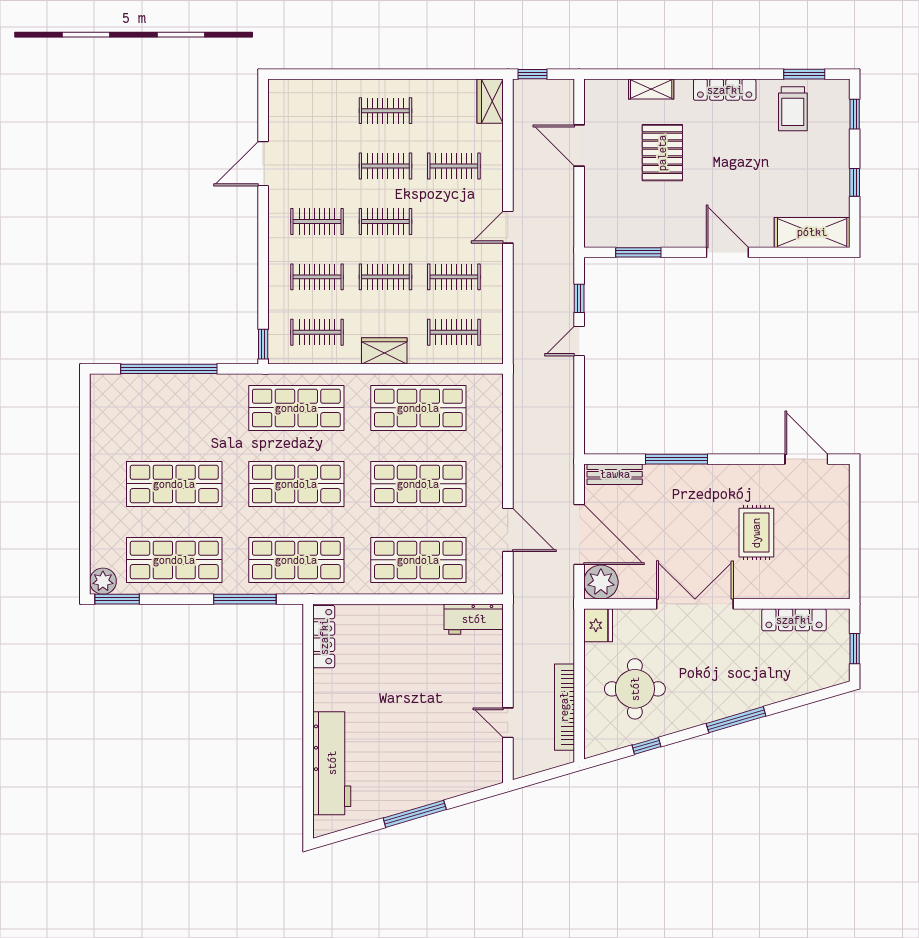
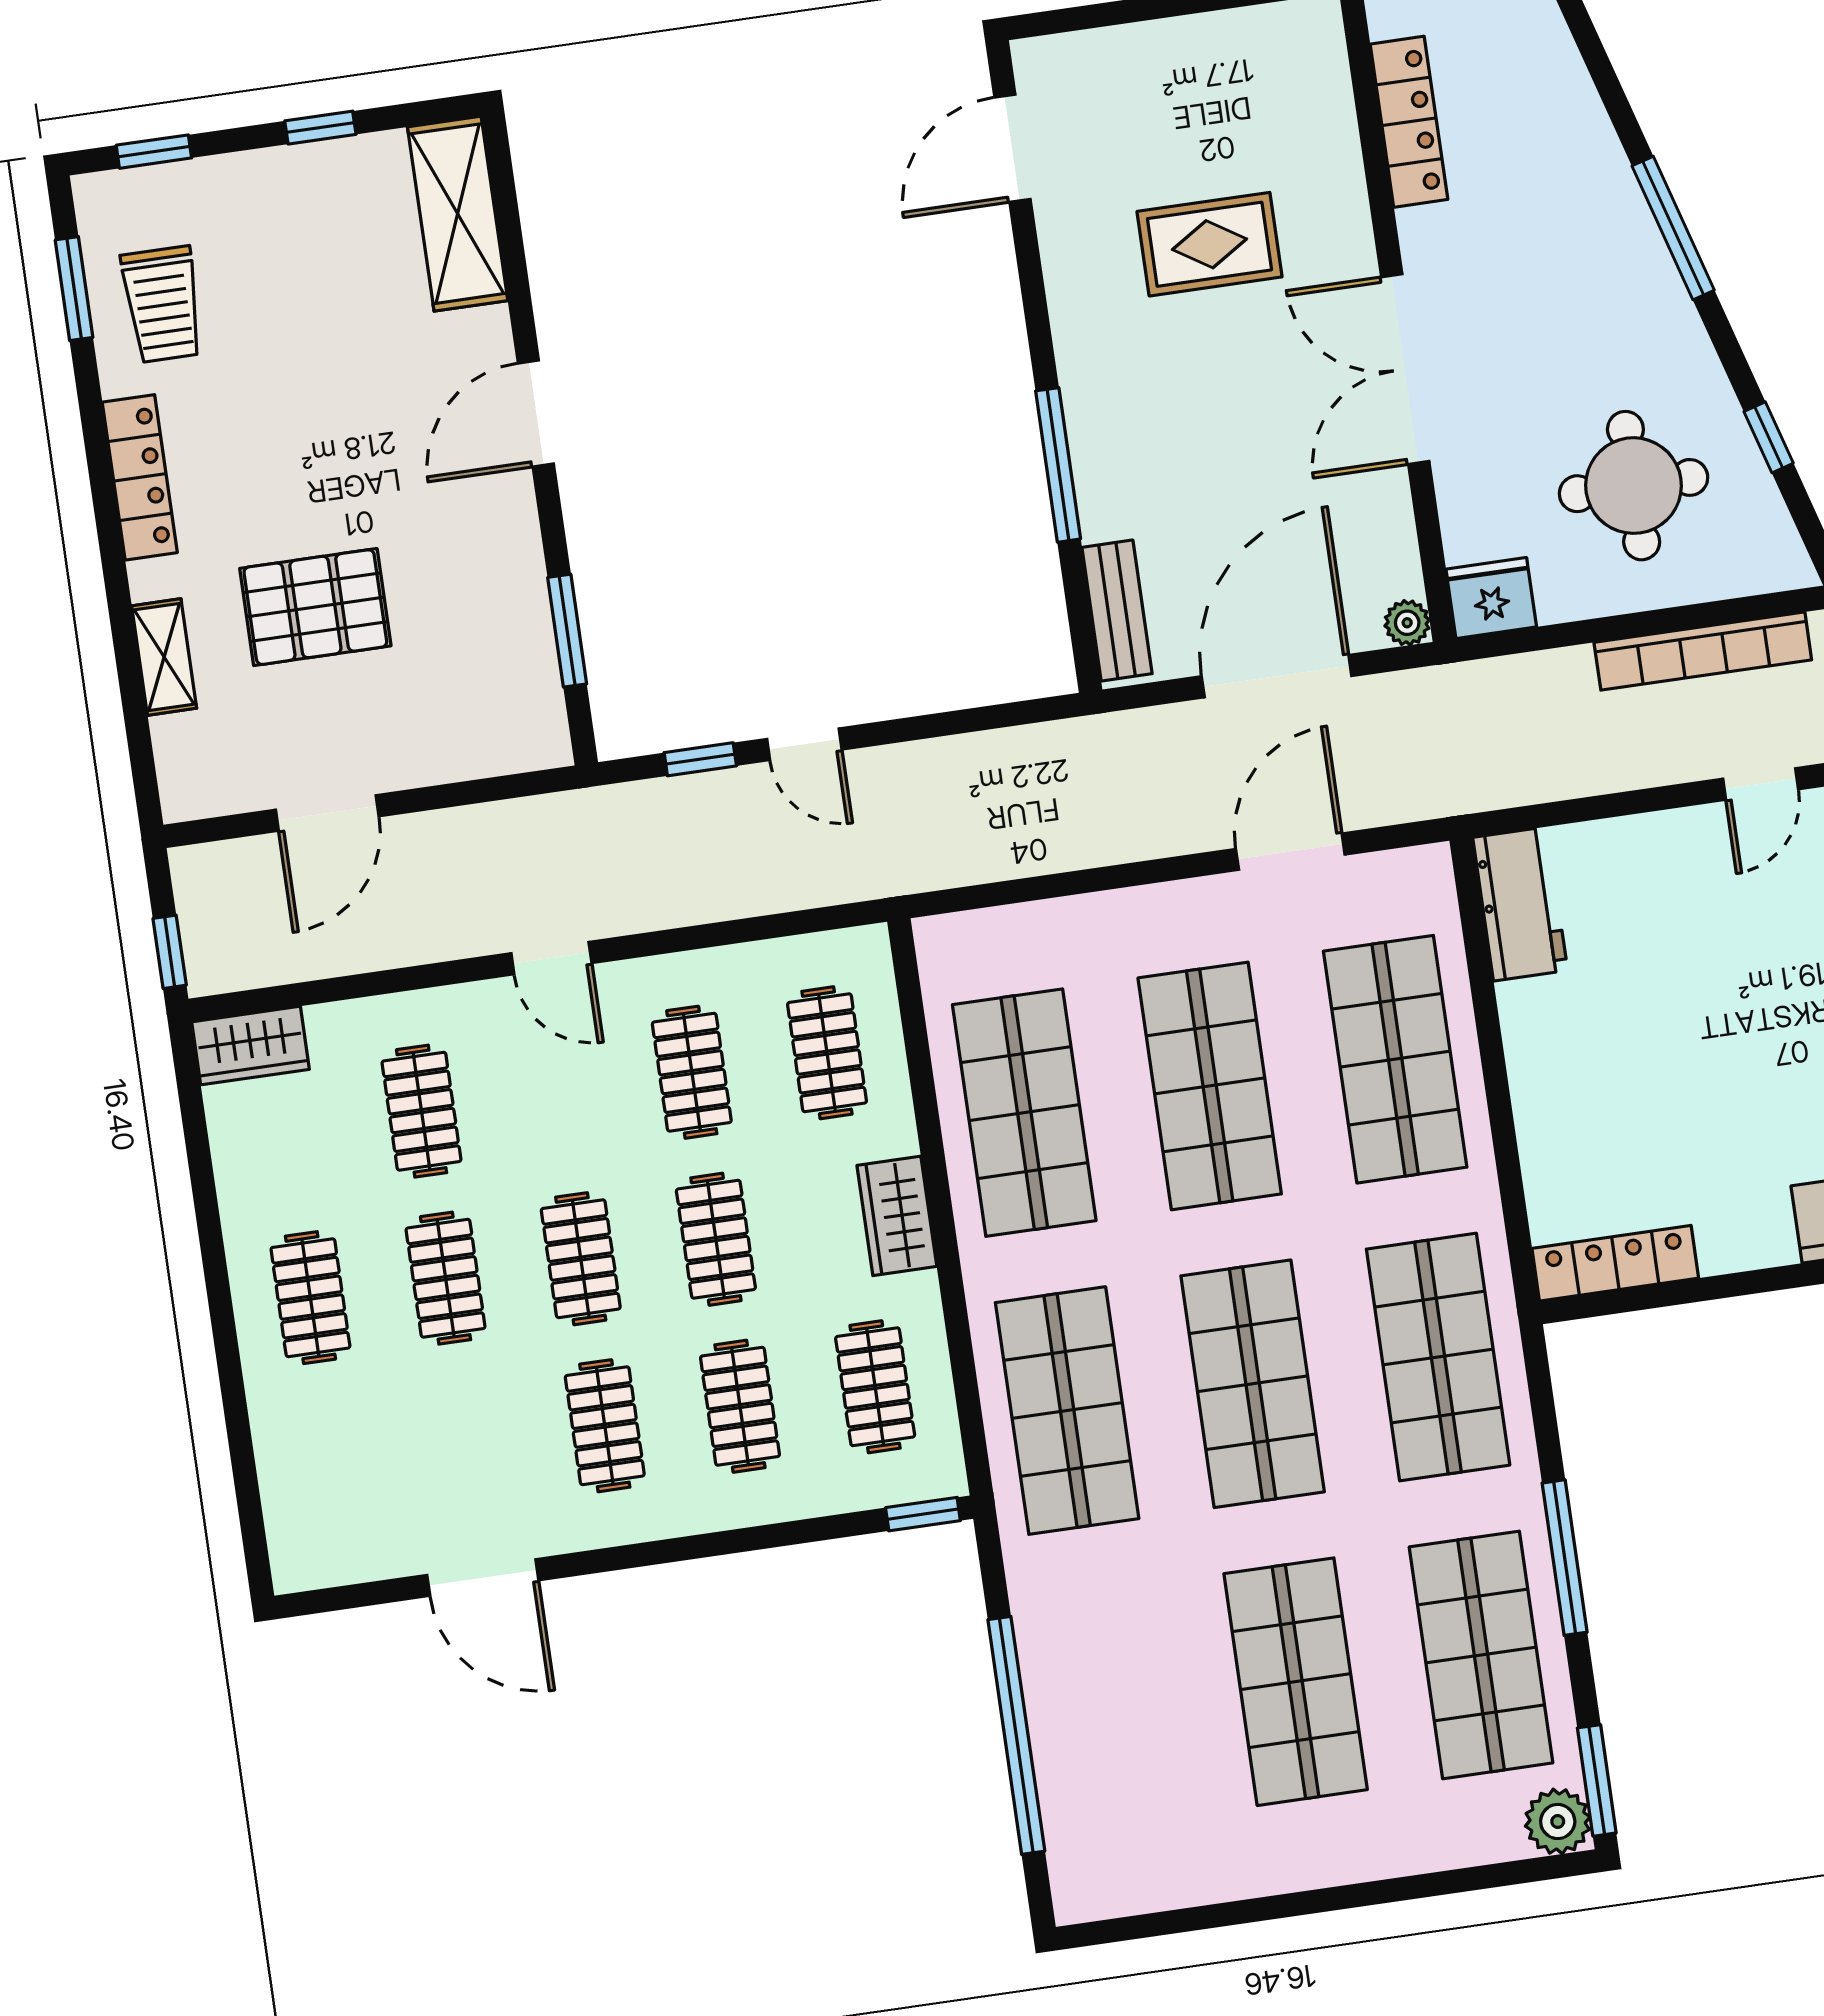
trolley: (793, 109) -> (162, 304), turned 90
plant: (601, 582) -> (1407, 623), width x0.53, depth x0.53
window: (245, 599) -> (1565, 1558), moved

